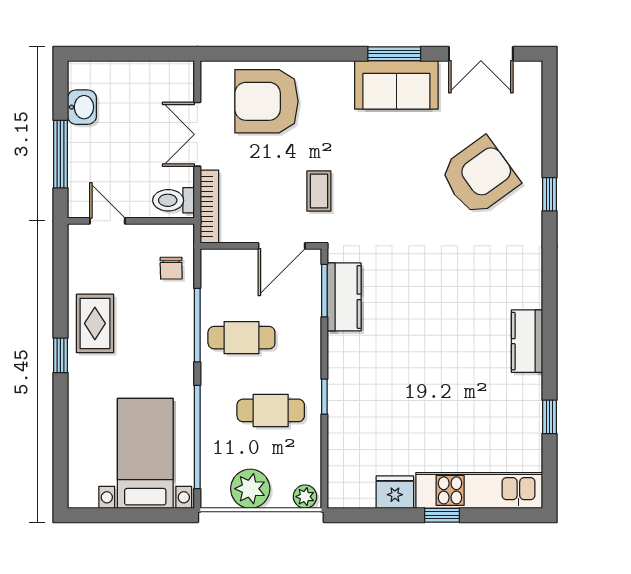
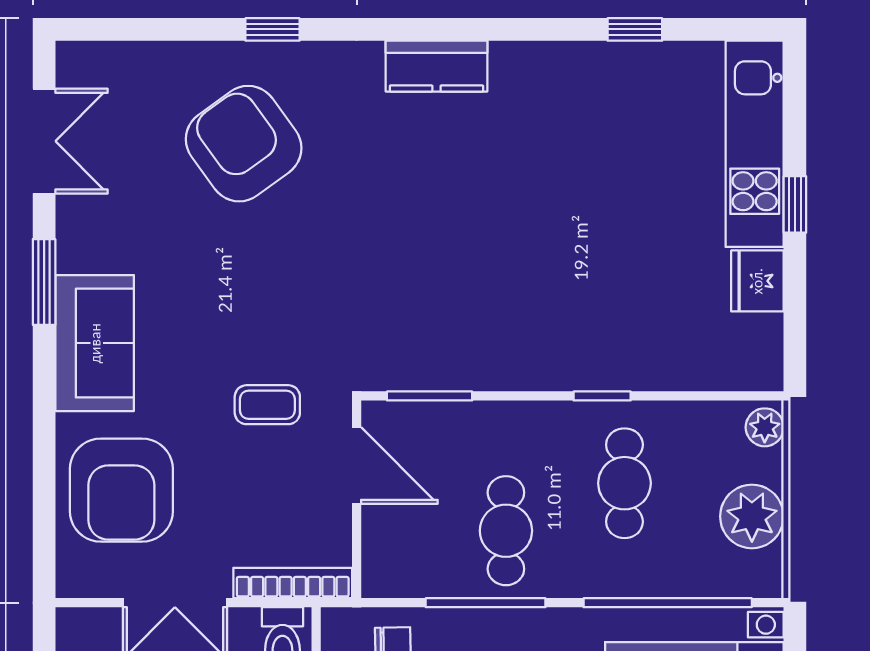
sofa: (396, 85) -> (95, 343), moved
kitchen counter: (344, 297) -> (440, 364), removed
kitchen counter: (527, 341) -> (437, 66), moved

